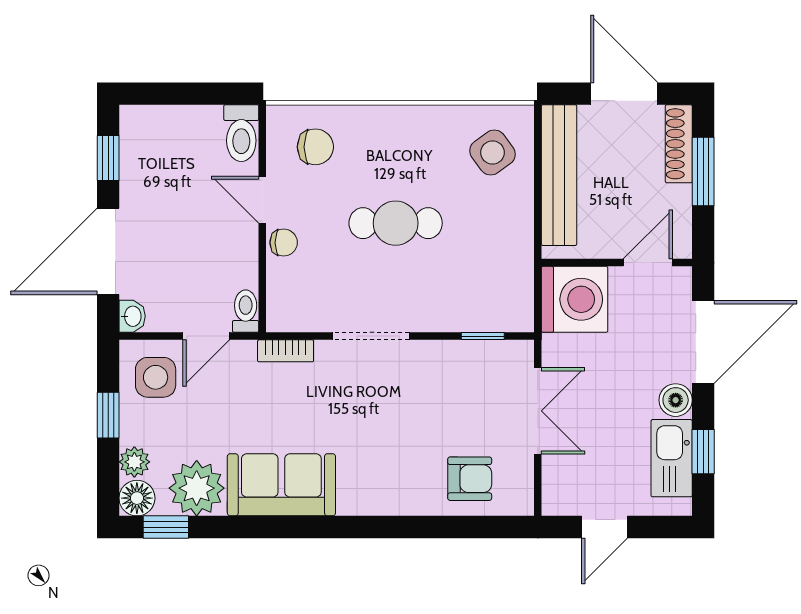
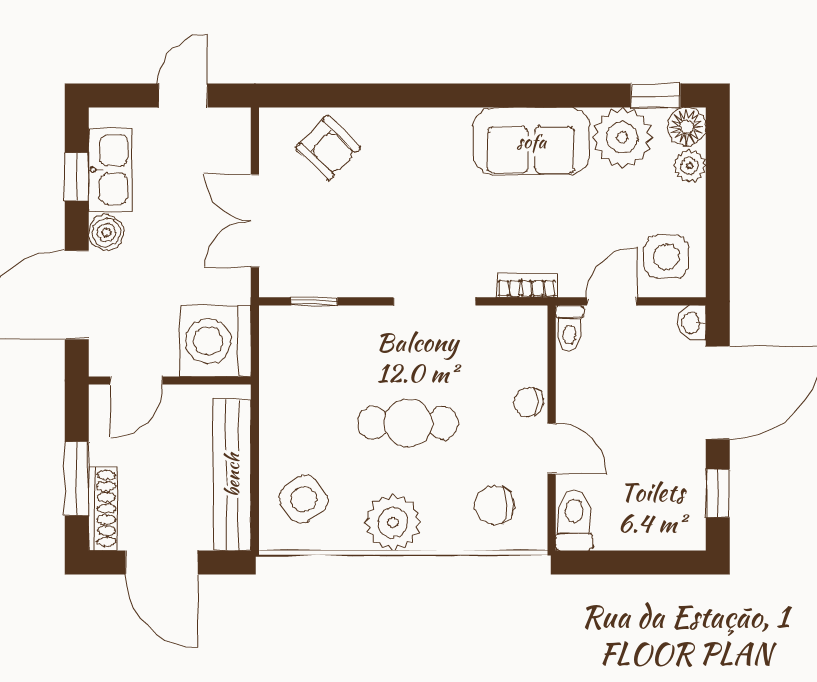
plant: (410, 131) -> (393, 522), added
window: (108, 415) -> (718, 216), removed
armchair: (470, 479) -> (328, 148), turned -136

